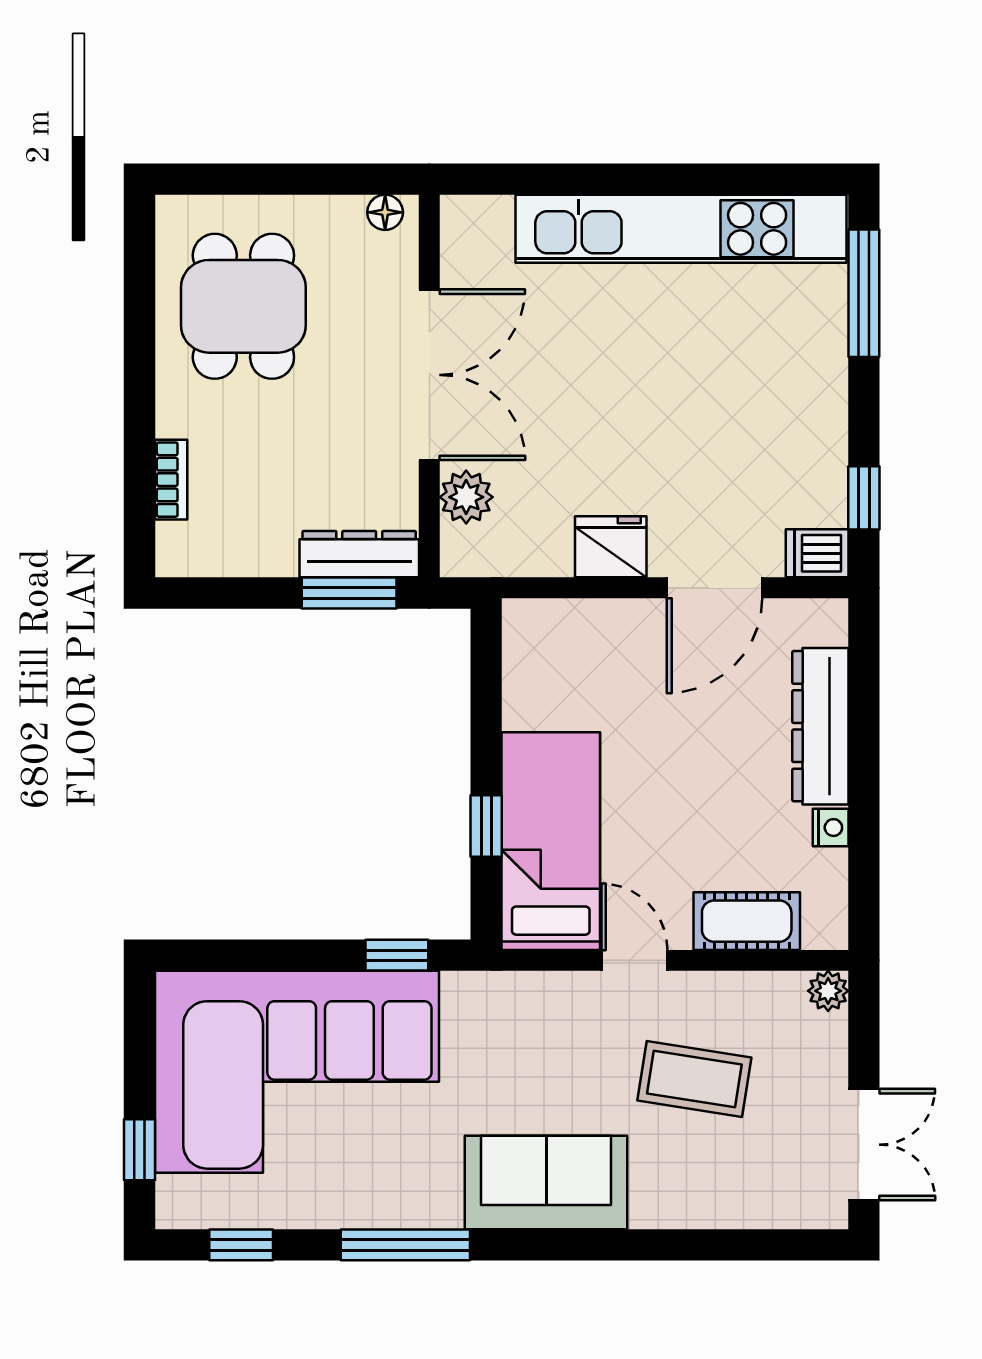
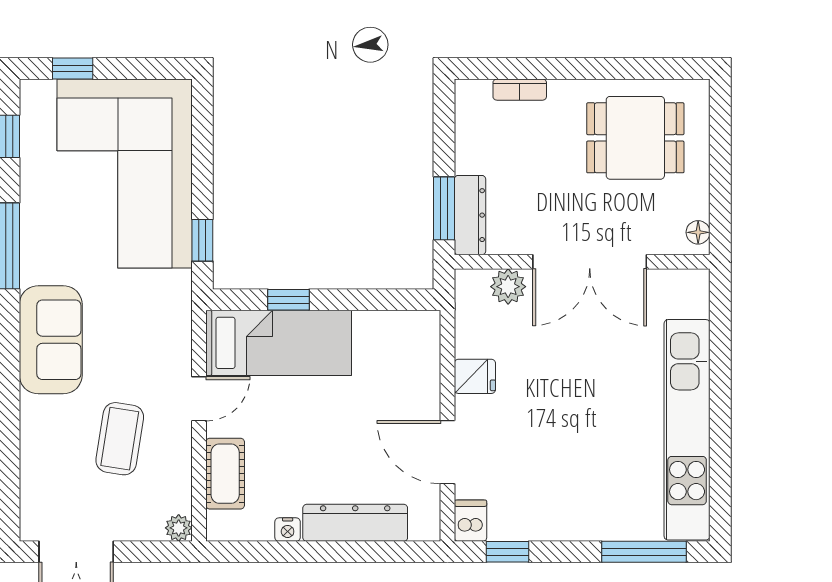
fridge: (611, 547) -> (475, 376), width x0.72

